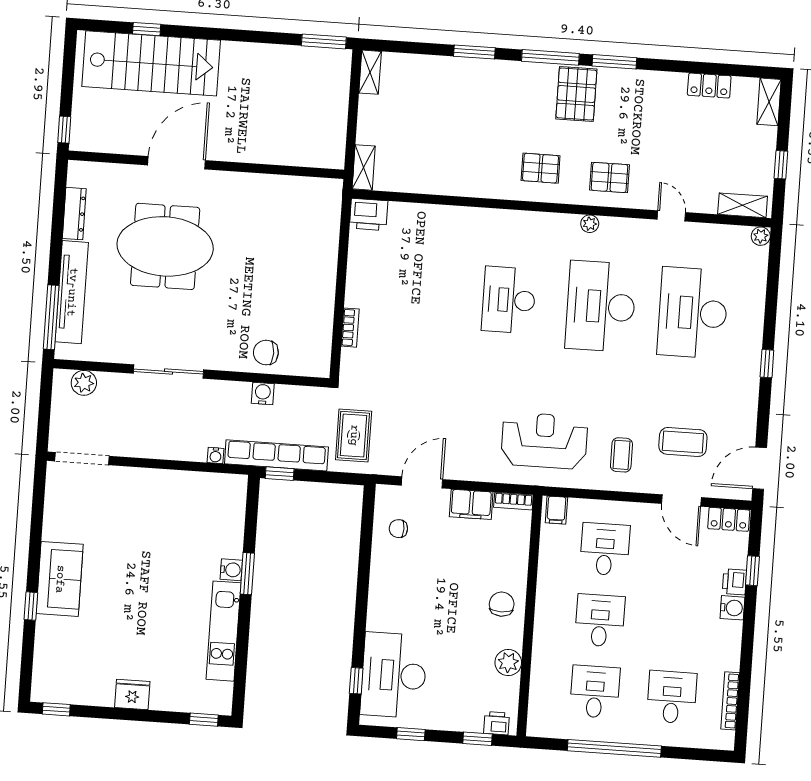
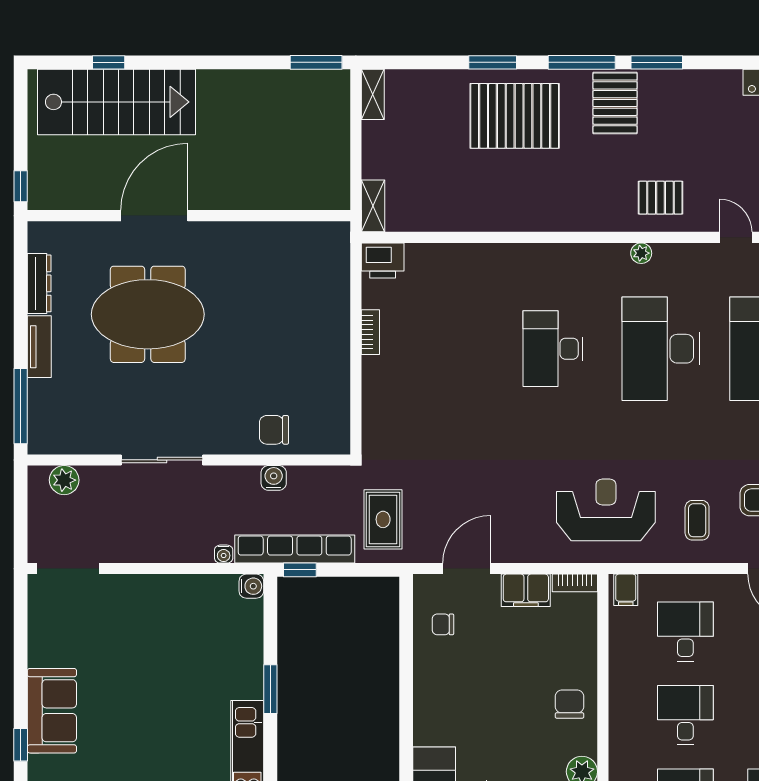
pallet: (541, 168) -> (515, 116), moved, width x2.05, depth x2.00
tv unit: (72, 292) -> (39, 347), width x0.52, depth x0.78
bookcase: (350, 328) -> (370, 332), moved
water cooler: (231, 570) -> (251, 586), moved

